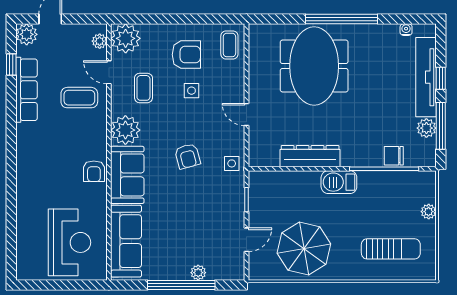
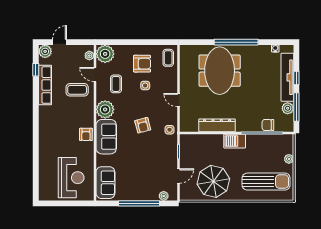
sofa: (126, 241) -> (105, 183), width x0.73
sun lounger: (391, 249) -> (266, 182), width x1.36, depth x1.34
plant: (198, 273) -> (164, 196), moved

